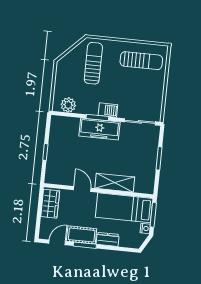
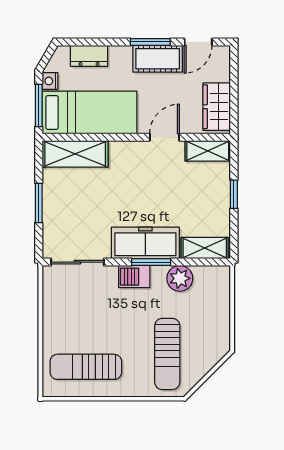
plant: (68, 105) -> (180, 278), moved
shelving: (65, 122) -> (205, 248), added
shelving: (58, 179) -> (208, 151), added
shelving: (115, 183) -> (75, 154), moved
door: (82, 189) -> (164, 137), swing flipped
dresser: (108, 239) -> (89, 56), moved

